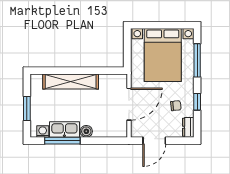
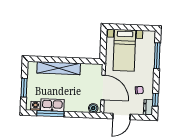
bed with nightstands: (163, 55) -> (124, 50), width x0.73
window: (197, 102) -> (155, 100), moved
door: (129, 104) -> (103, 87), hinge flipped
boiler: (86, 131) -> (93, 108), moved

